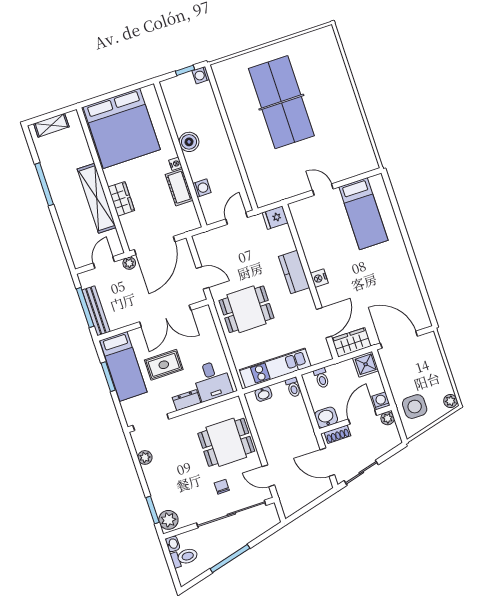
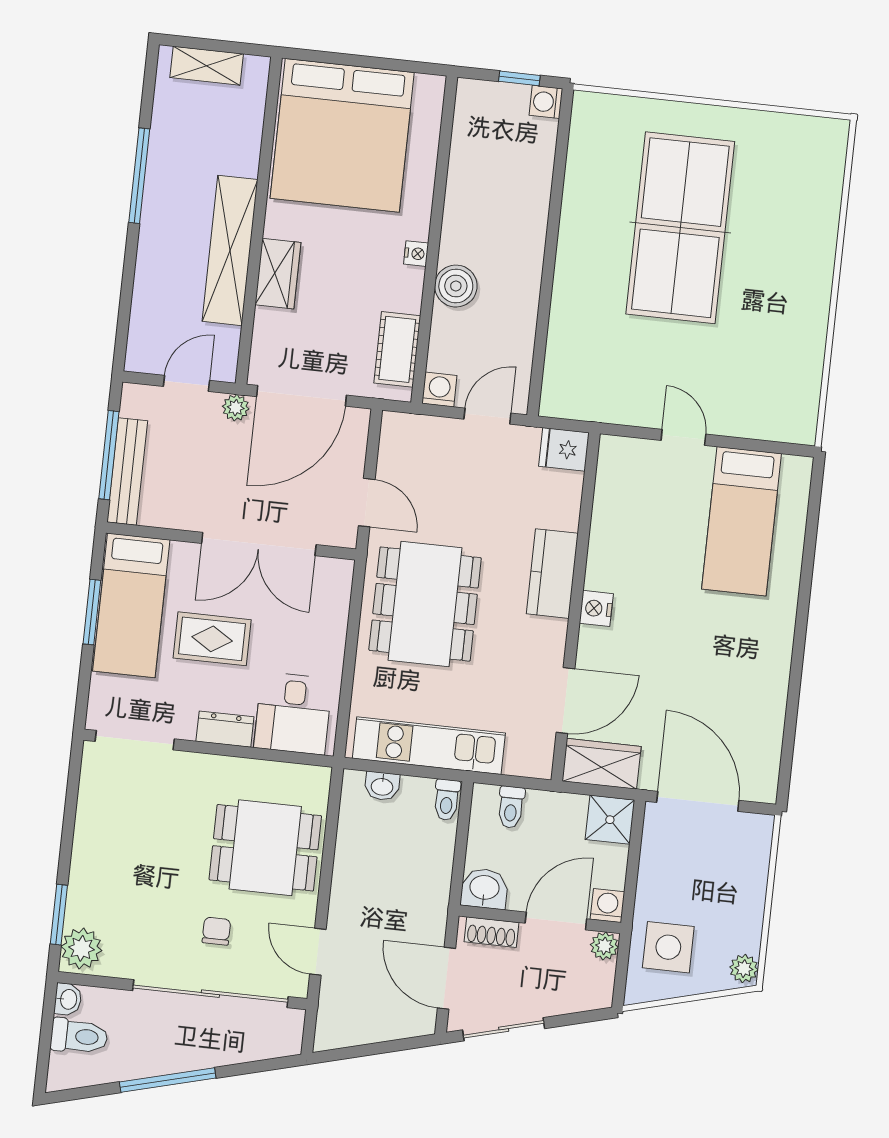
boiler: (189, 142) -> (456, 286), moved
cot: (179, 187) -> (397, 349), moved
washing machine: (202, 188) -> (439, 389), moved, turned -90
dining table: (246, 309) -> (425, 604), width x1.37
plant: (145, 457) -> (91, 804), removed

